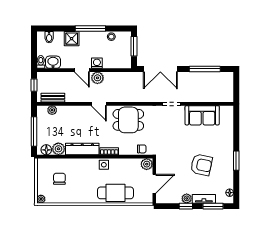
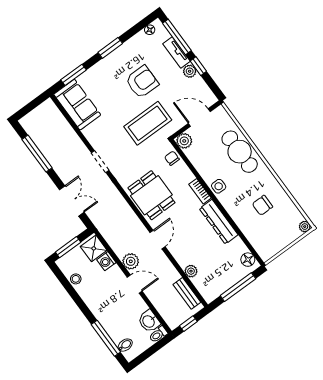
window: (90, 29) -> (106, 338), moved
shower: (72, 39) -> (94, 248), moved
washing machine: (97, 63) -> (106, 261), moved
double door: (160, 69) -> (72, 201), width x0.73
door: (82, 70) -> (135, 284), hinge flipped
plant: (52, 110) -> (191, 271), moved
sofa: (202, 115) -> (77, 105), moved
window: (236, 126) -> (74, 75), added
plant: (58, 149) -> (237, 247), removed
coffee table: (174, 150) -> (148, 123), added
armchair: (201, 165) -> (142, 82), turned 78
chair: (59, 179) -> (262, 205), moved
window: (213, 206) -> (177, 37), width x1.44

